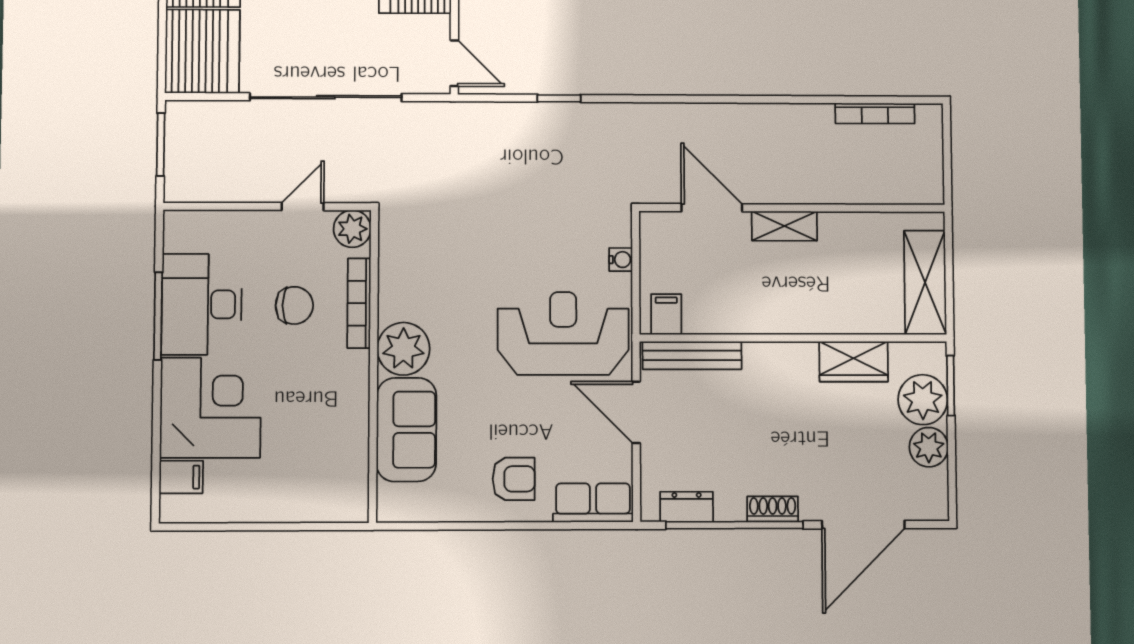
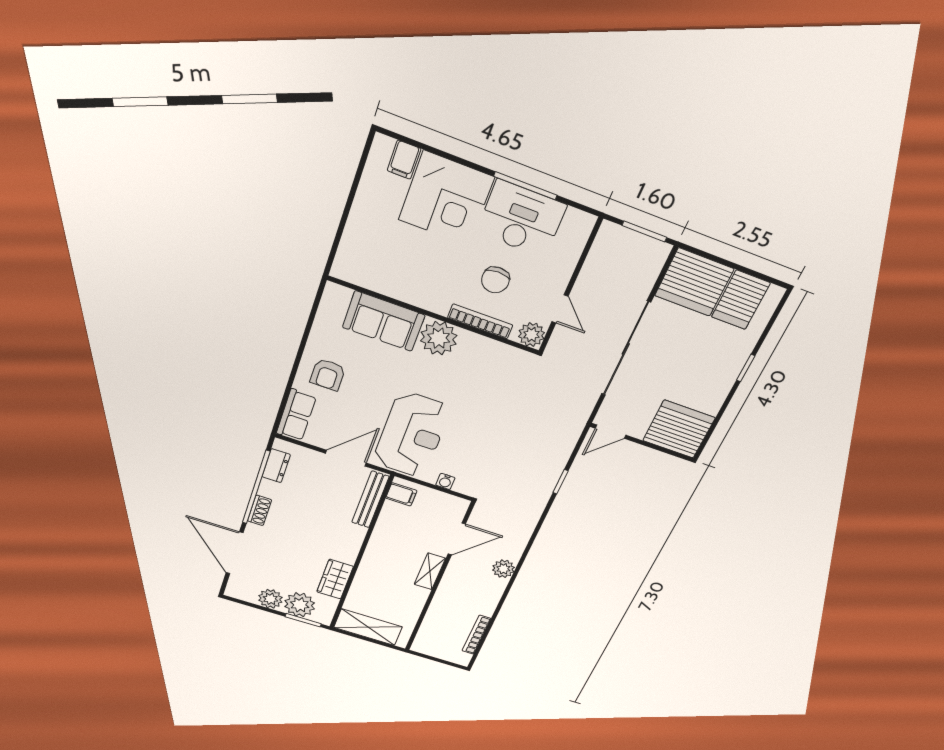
plant: (738, 120) -> (503, 569), added

